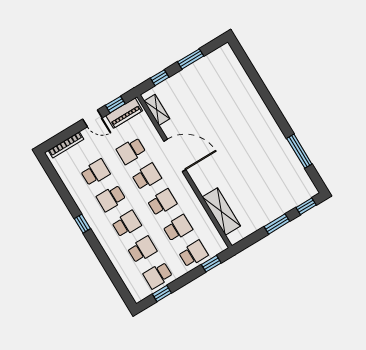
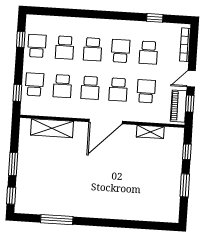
shelving: (157, 110) -> (150, 132), moved
door: (175, 155) -> (106, 121), moved
window: (82, 224) -> (155, 18), moved
school desk: (193, 254) -> (34, 84), turned 180

